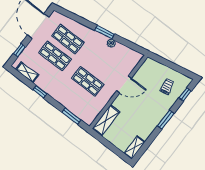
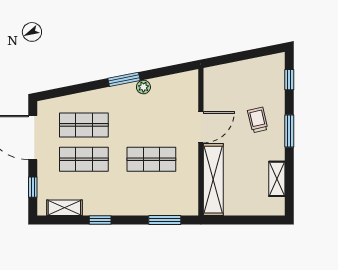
trolley: (167, 86) -> (258, 120), moved
shelving: (106, 120) -> (213, 180), width x1.47
shelving: (134, 148) -> (277, 179), moved

